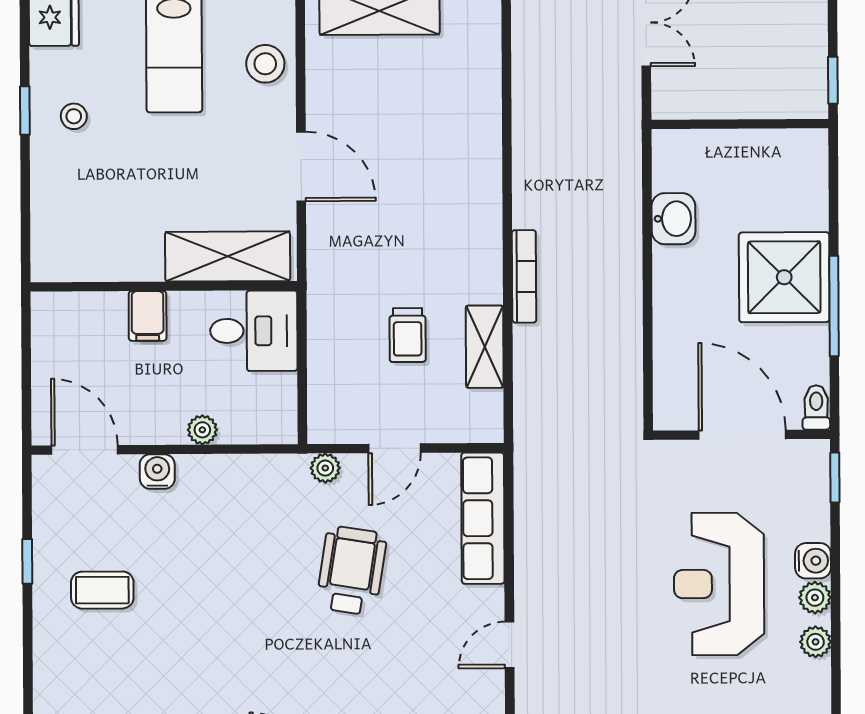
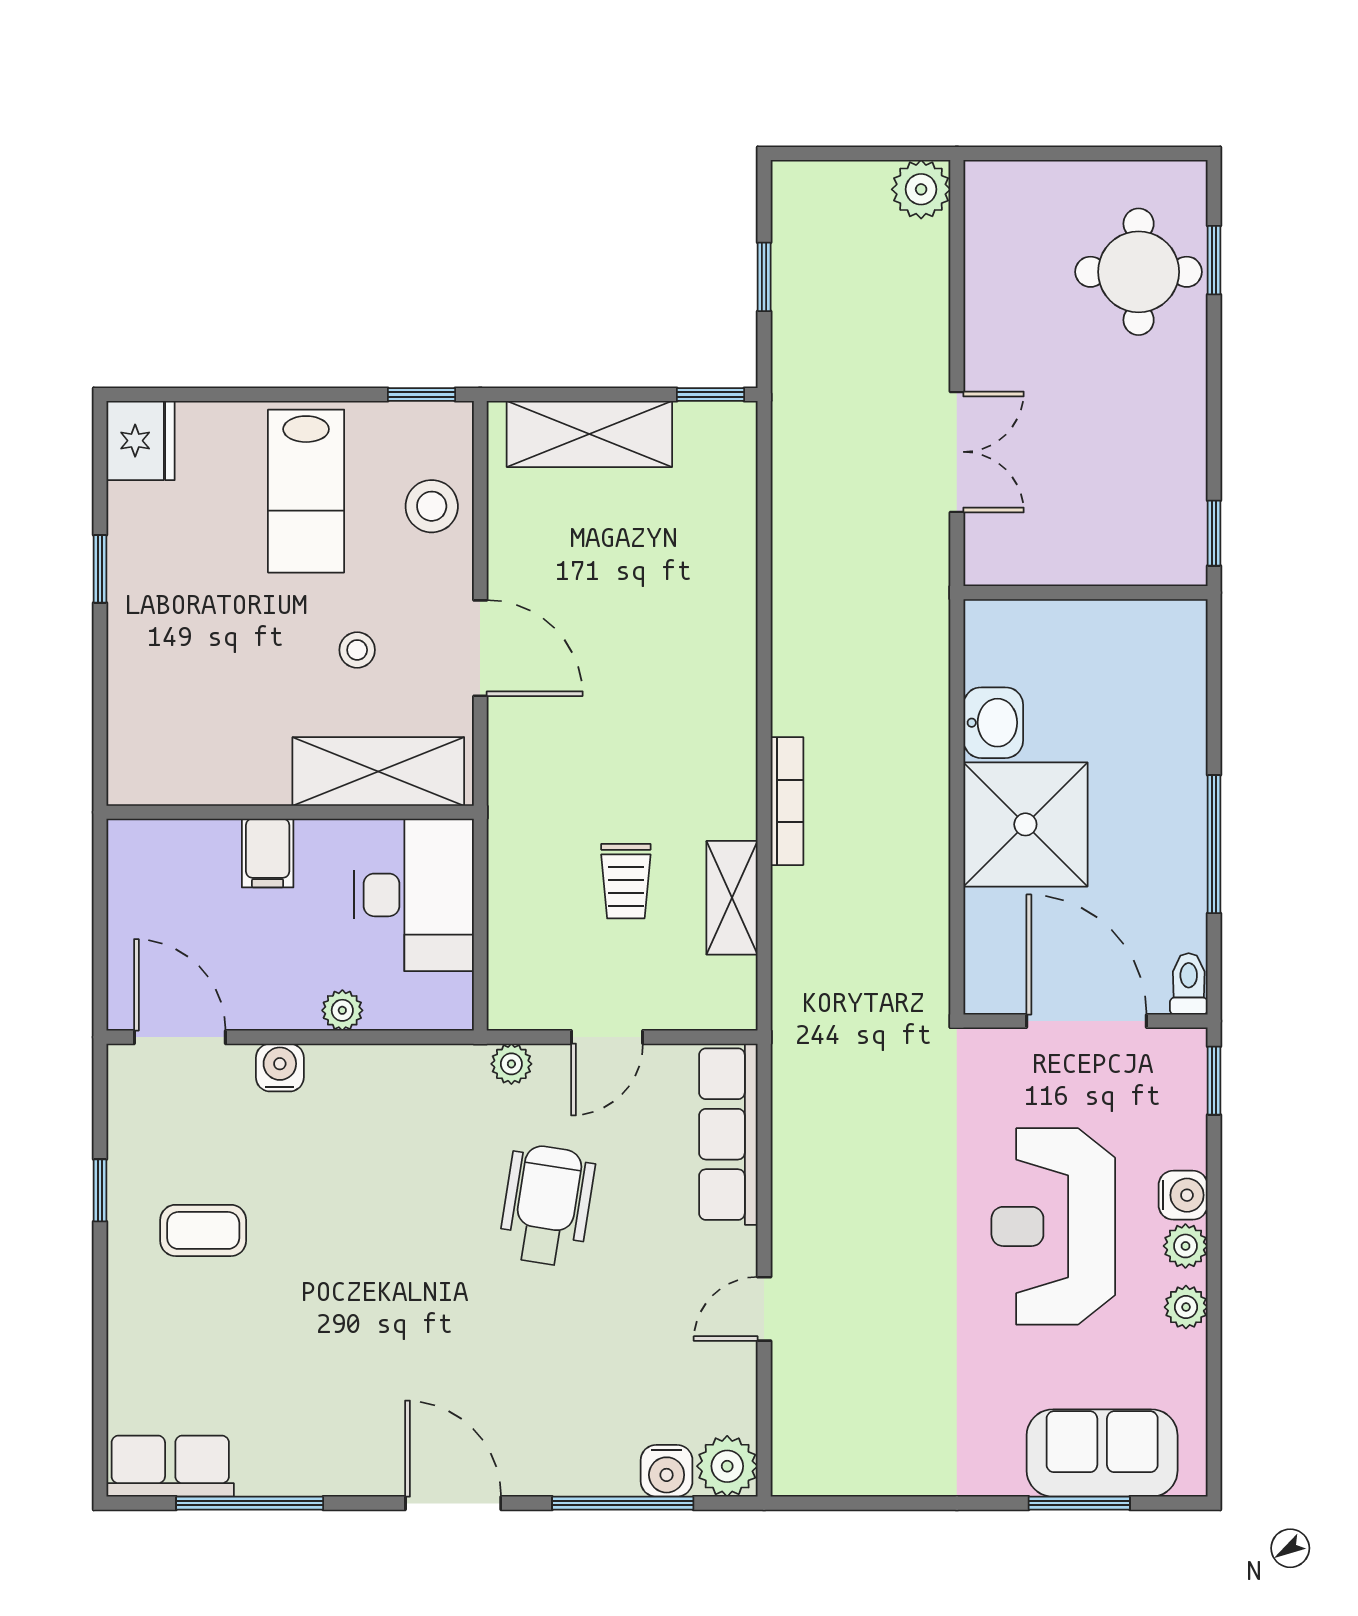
stool: (74, 116) -> (357, 650), moved
shower: (784, 277) -> (1025, 824), moved
desk: (254, 331) -> (414, 895), width x1.37

